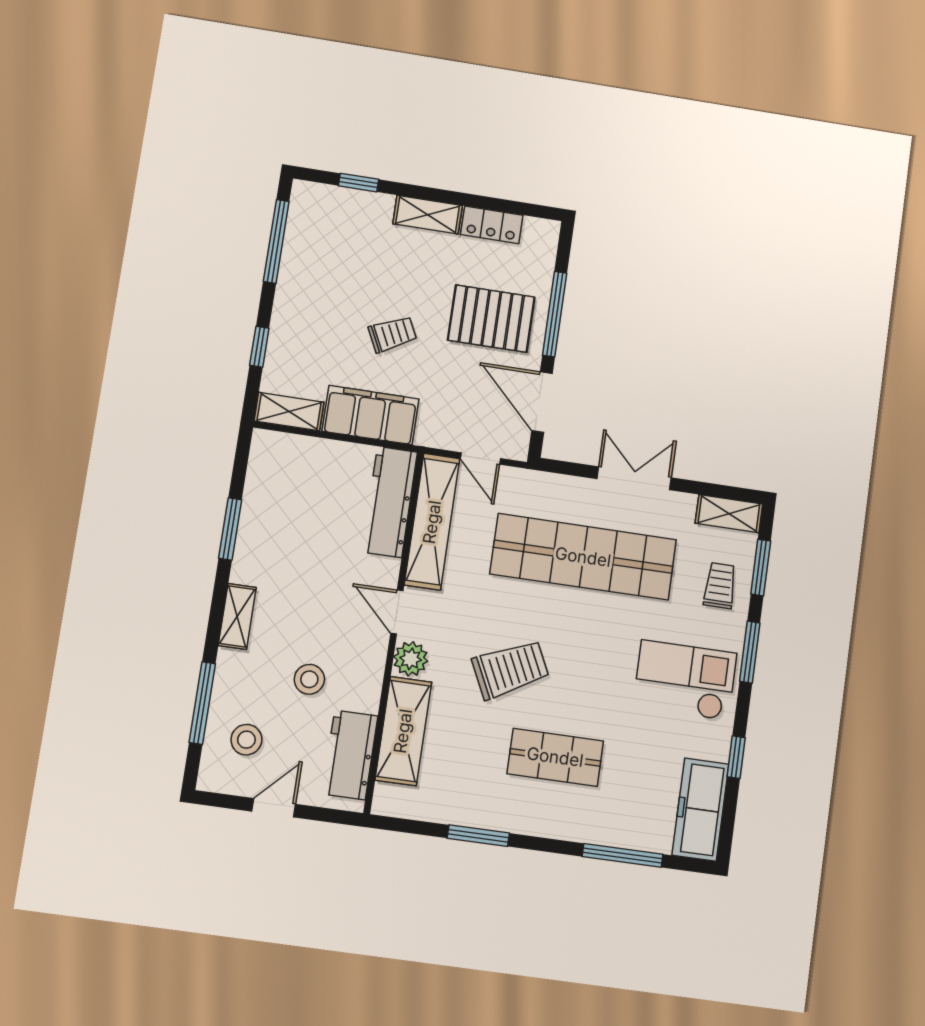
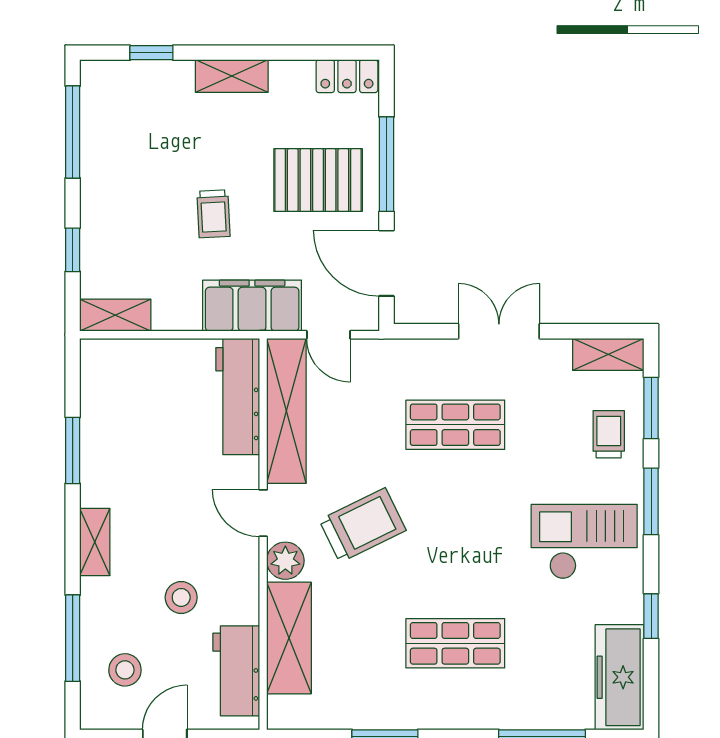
locker: (492, 225) -> (347, 76), moved
trolley: (393, 334) -> (213, 214), turned 113
filing cabinet: (371, 415) -> (252, 306), moved
shop shelf: (583, 557) -> (455, 425), width x0.50, depth x0.74
trolley: (510, 669) -> (363, 525), moved

